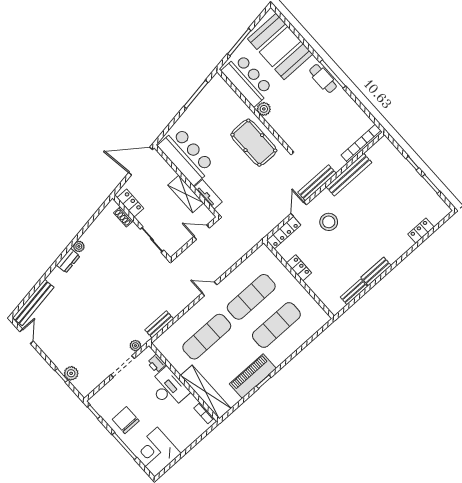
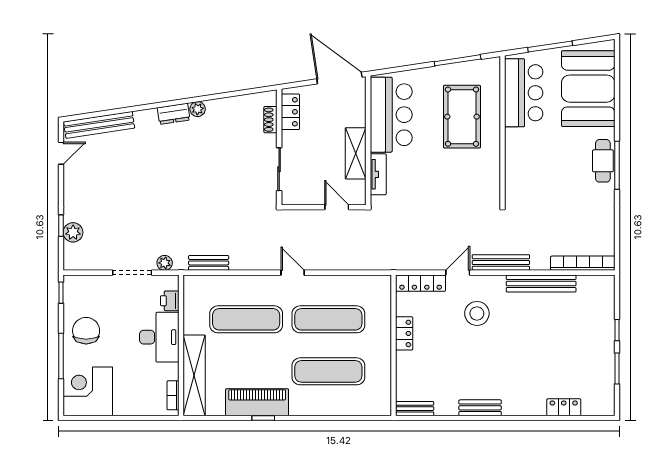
plant: (264, 109) -> (514, 138), removed
pool table: (254, 143) -> (462, 117), moved
bench: (354, 292) -> (415, 409), moved

